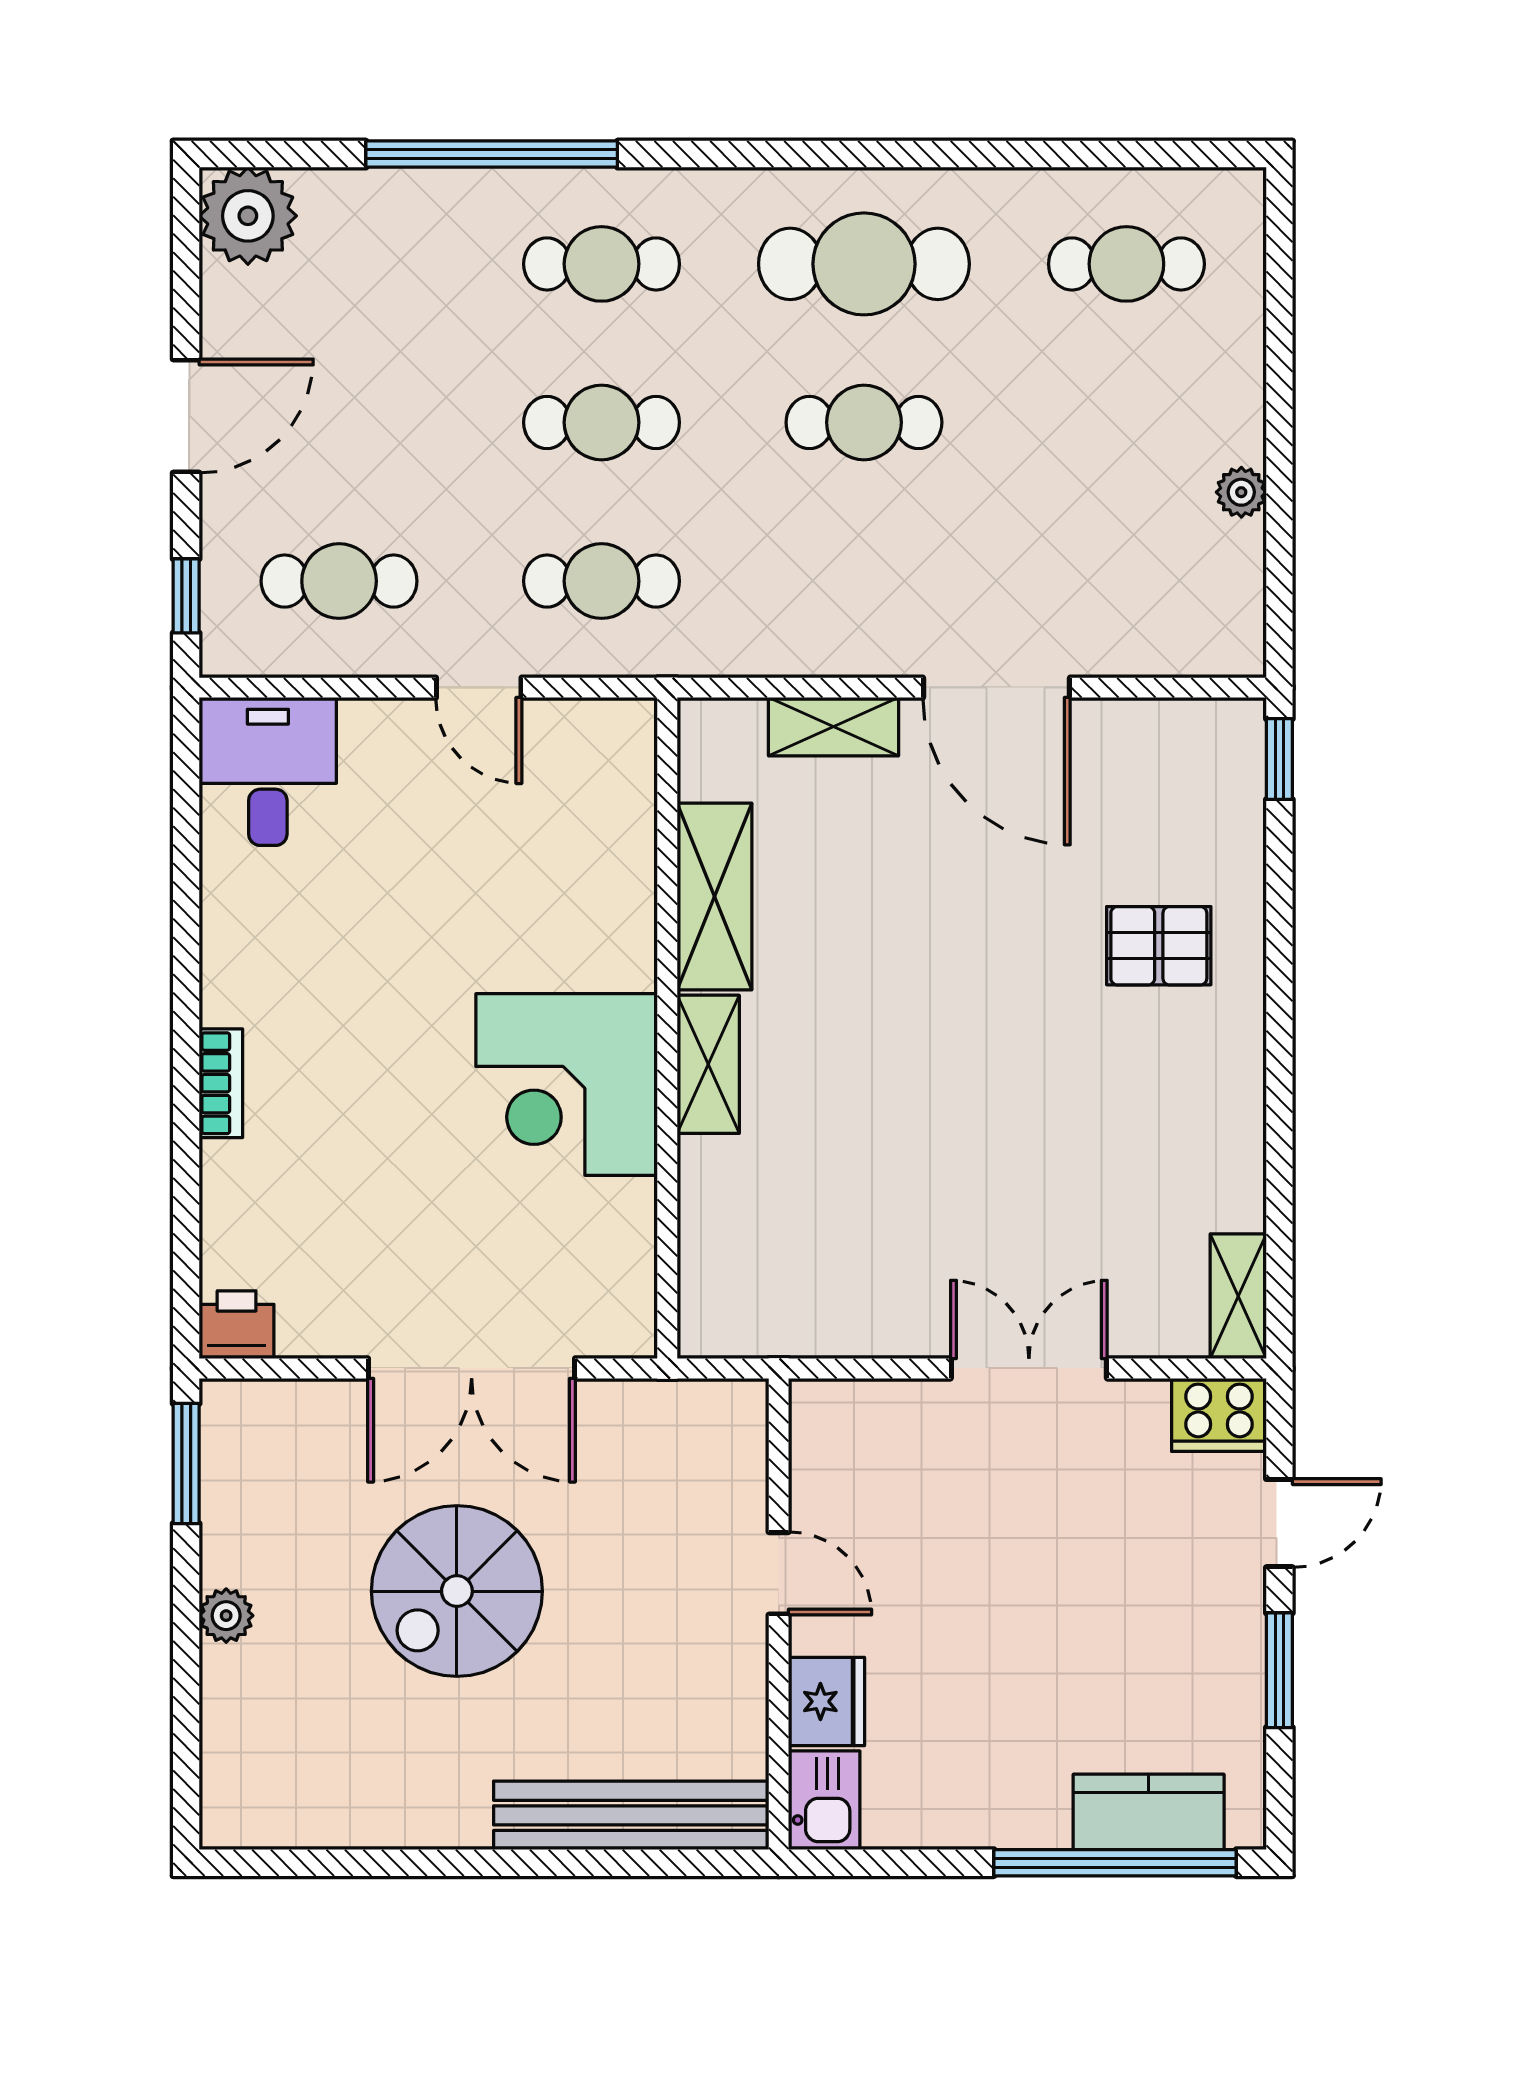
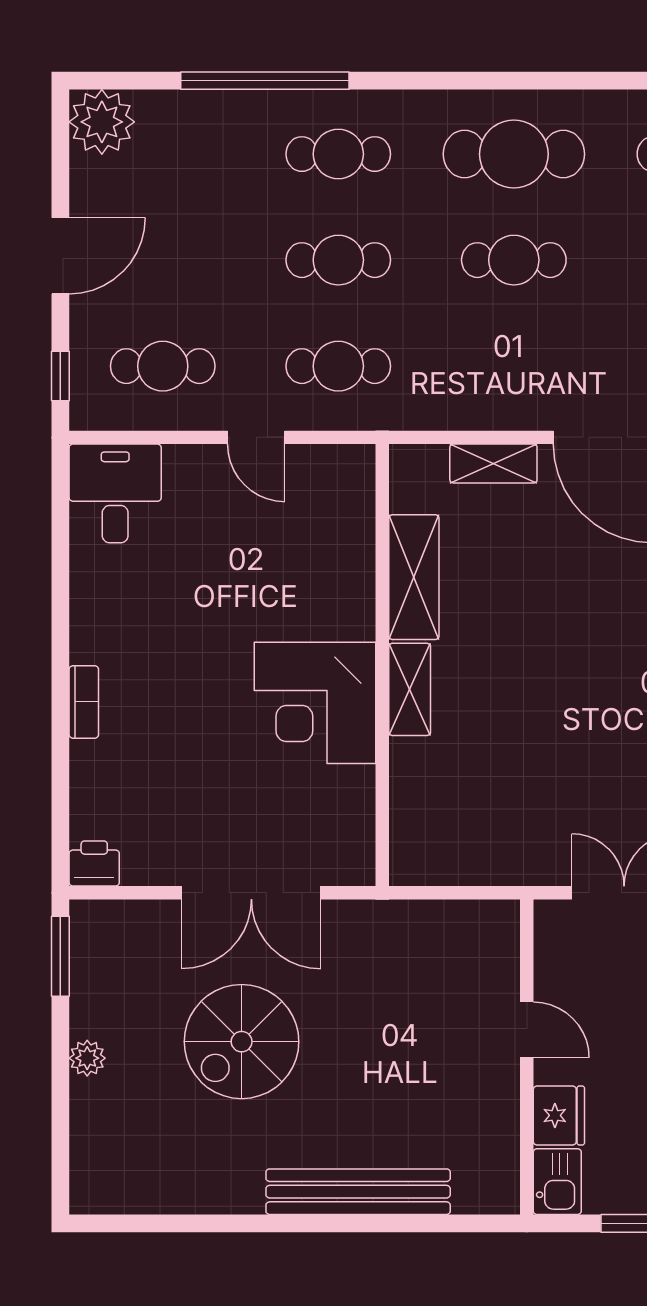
door: (779, 1573) -> (527, 1030), moved
wall: (779, 1614) -> (527, 1057), moved
fridge: (827, 1701) -> (559, 1115), moved
kitchen sink: (824, 1800) -> (557, 1182), moved

